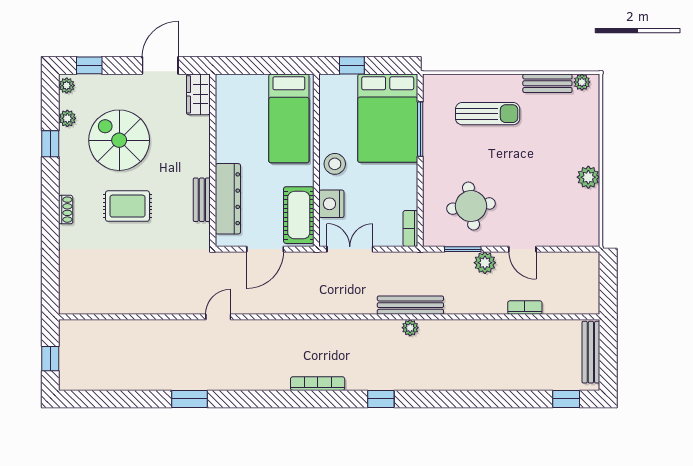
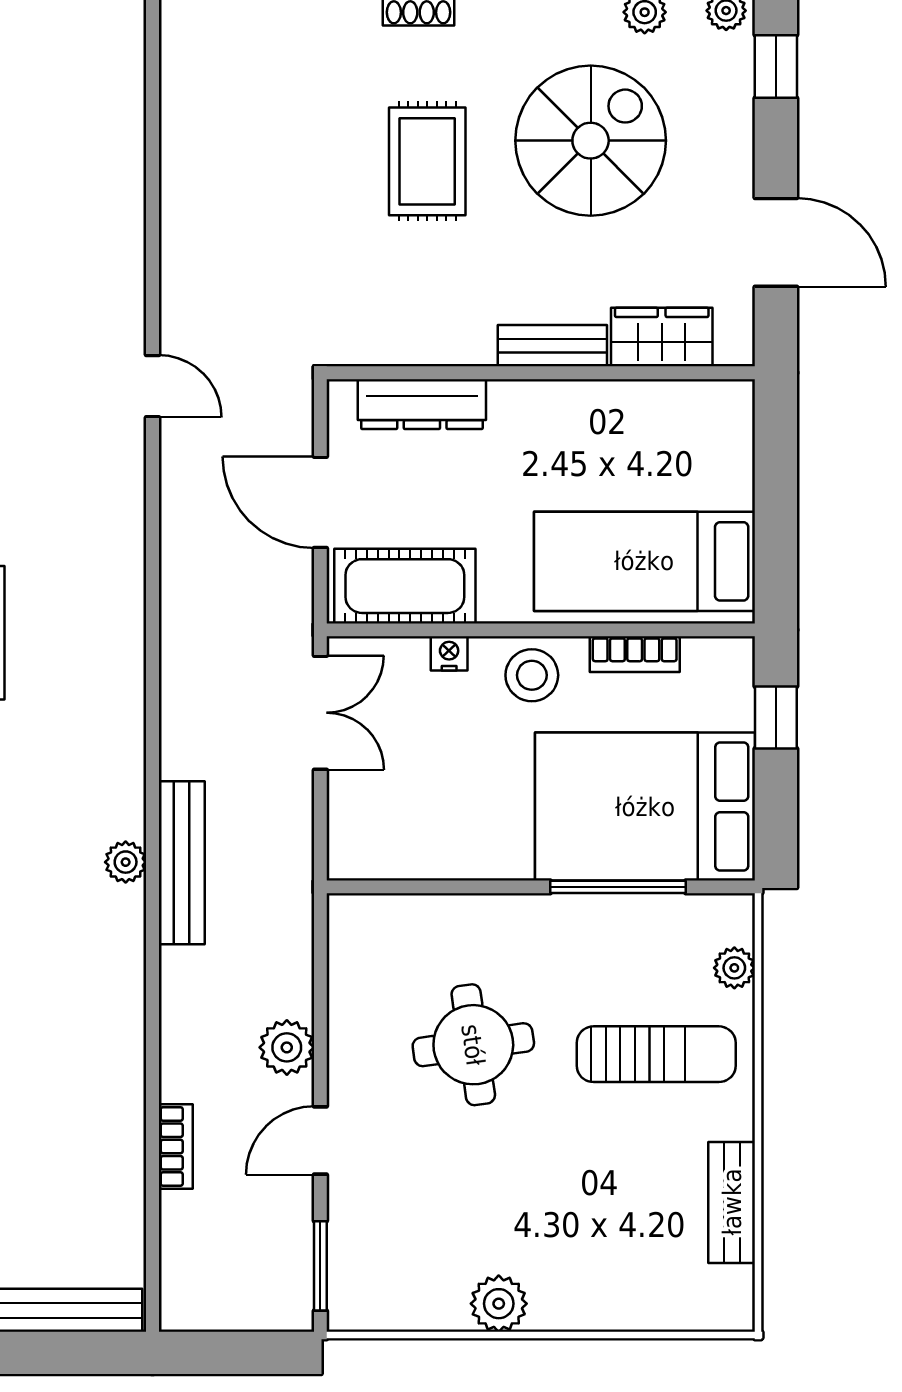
plant: (582, 82) -> (734, 968), moved
wardrobe: (198, 94) -> (662, 337), moved
sun lounger: (488, 114) -> (656, 1054), turned -90
dresser: (228, 199) -> (422, 404), width x0.73, depth x0.80
bench: (202, 200) -> (552, 346), moved
nightstand: (331, 204) -> (449, 653), width x0.53, depth x0.56
round table: (471, 206) -> (473, 1045), moved
bookcase: (410, 229) -> (635, 654), moved, turned 180
window: (463, 249) -> (320, 1266), moved

